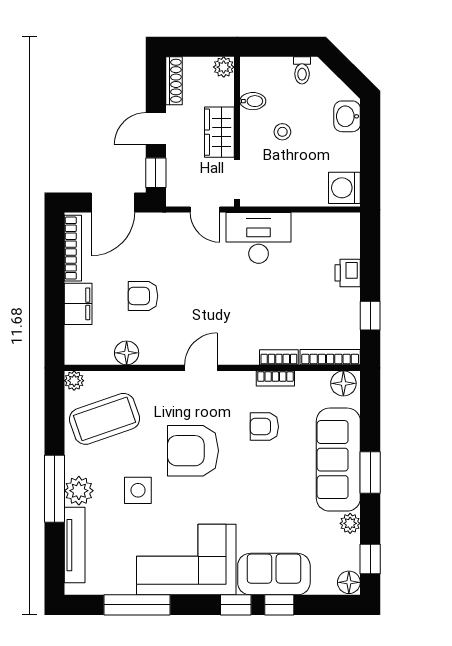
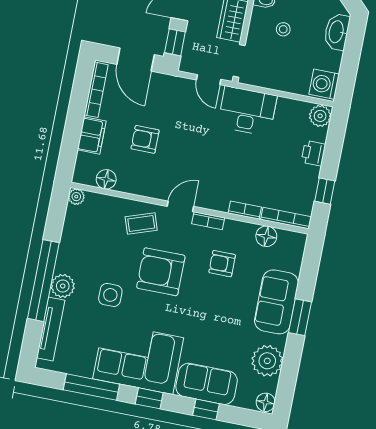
washbasin: (347, 116) -> (337, 32), width x1.38
door: (113, 203) -> (136, 59), hinge flipped
plant: (347, 227) -> (320, 116), added
floor lamp: (127, 353) -> (106, 179), moved
bookcase: (275, 378) -> (208, 221), moved
floor lamp: (343, 383) -> (266, 236), moved
coffee table: (104, 419) -> (141, 223), moved, width x0.54, depth x0.58
sofa: (338, 460) -> (276, 302), width x0.73
window: (54, 489) -> (43, 281), width x1.46
plant: (350, 523) -> (267, 361), width x1.88, depth x1.88
window: (370, 559) -> (286, 387), removed
window: (236, 605) -> (149, 398), moved

